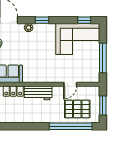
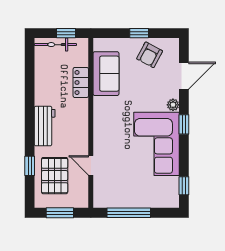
corner sofa: (78, 39) -> (156, 144), moved
workbench: (38, 93) -> (45, 126), moved, turned 180
window: (71, 126) -> (30, 166), width x0.32

